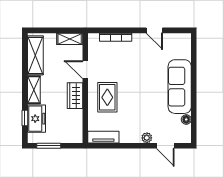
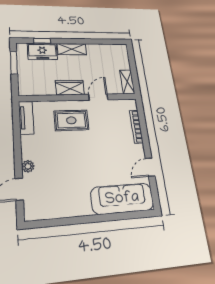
shelving: (35, 55) -> (106, 51), removed
sofa: (180, 87) -> (122, 199), moved
floor lamp: (186, 119) -> (53, 213), removed

